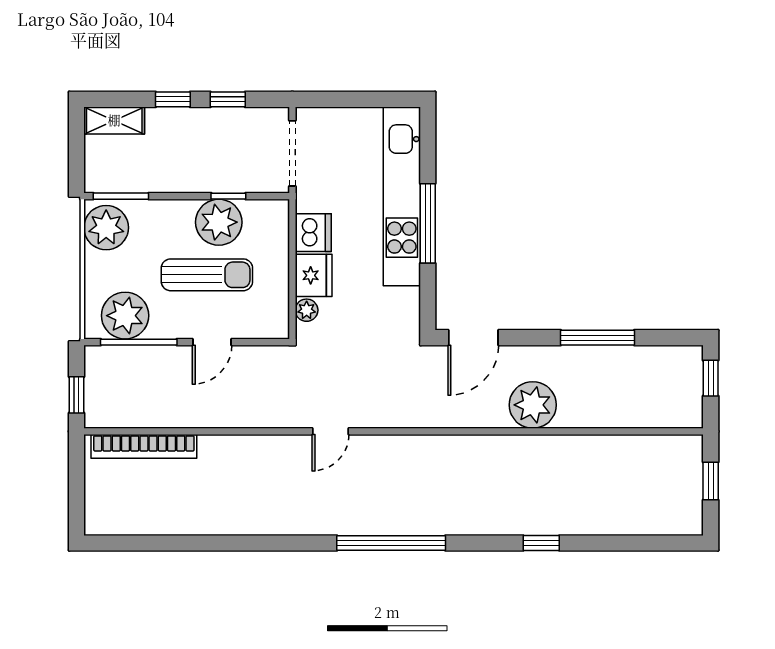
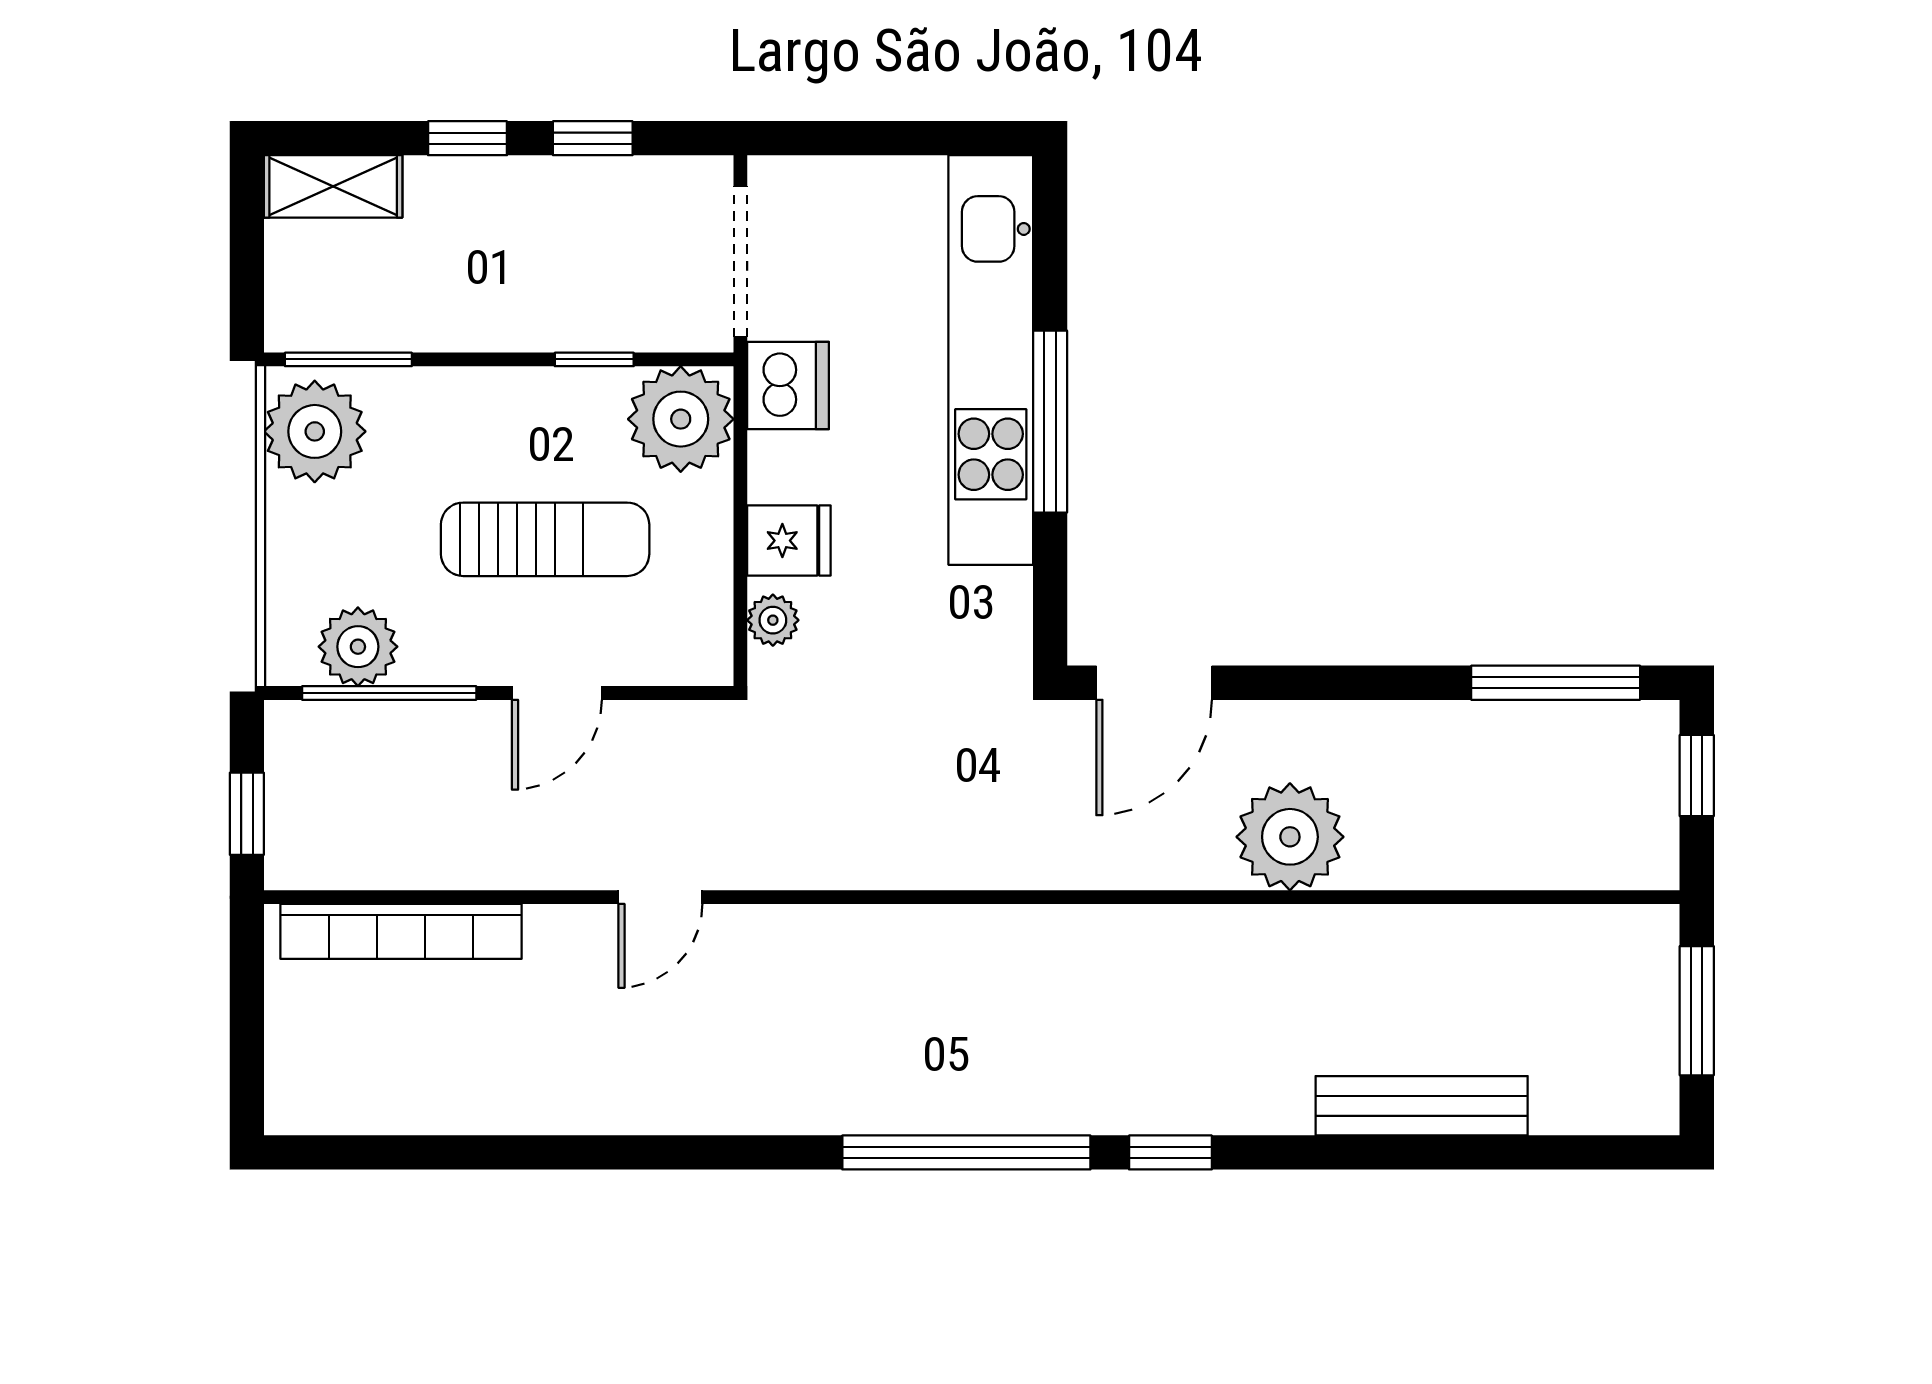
plant: (219, 222) -> (681, 419), moved
dishwasher: (313, 233) -> (788, 386), moved
fridge: (314, 275) -> (789, 541), width x0.72
plant: (125, 316) -> (358, 647), width x0.73, depth x0.73
window: (597, 338) -> (1556, 683), moved
door: (330, 431) -> (660, 897), moved
window: (711, 481) -> (1697, 1011), width x1.50
bench: (590, 523) -> (1422, 1106), added
window: (541, 543) -> (1170, 1152), moved

